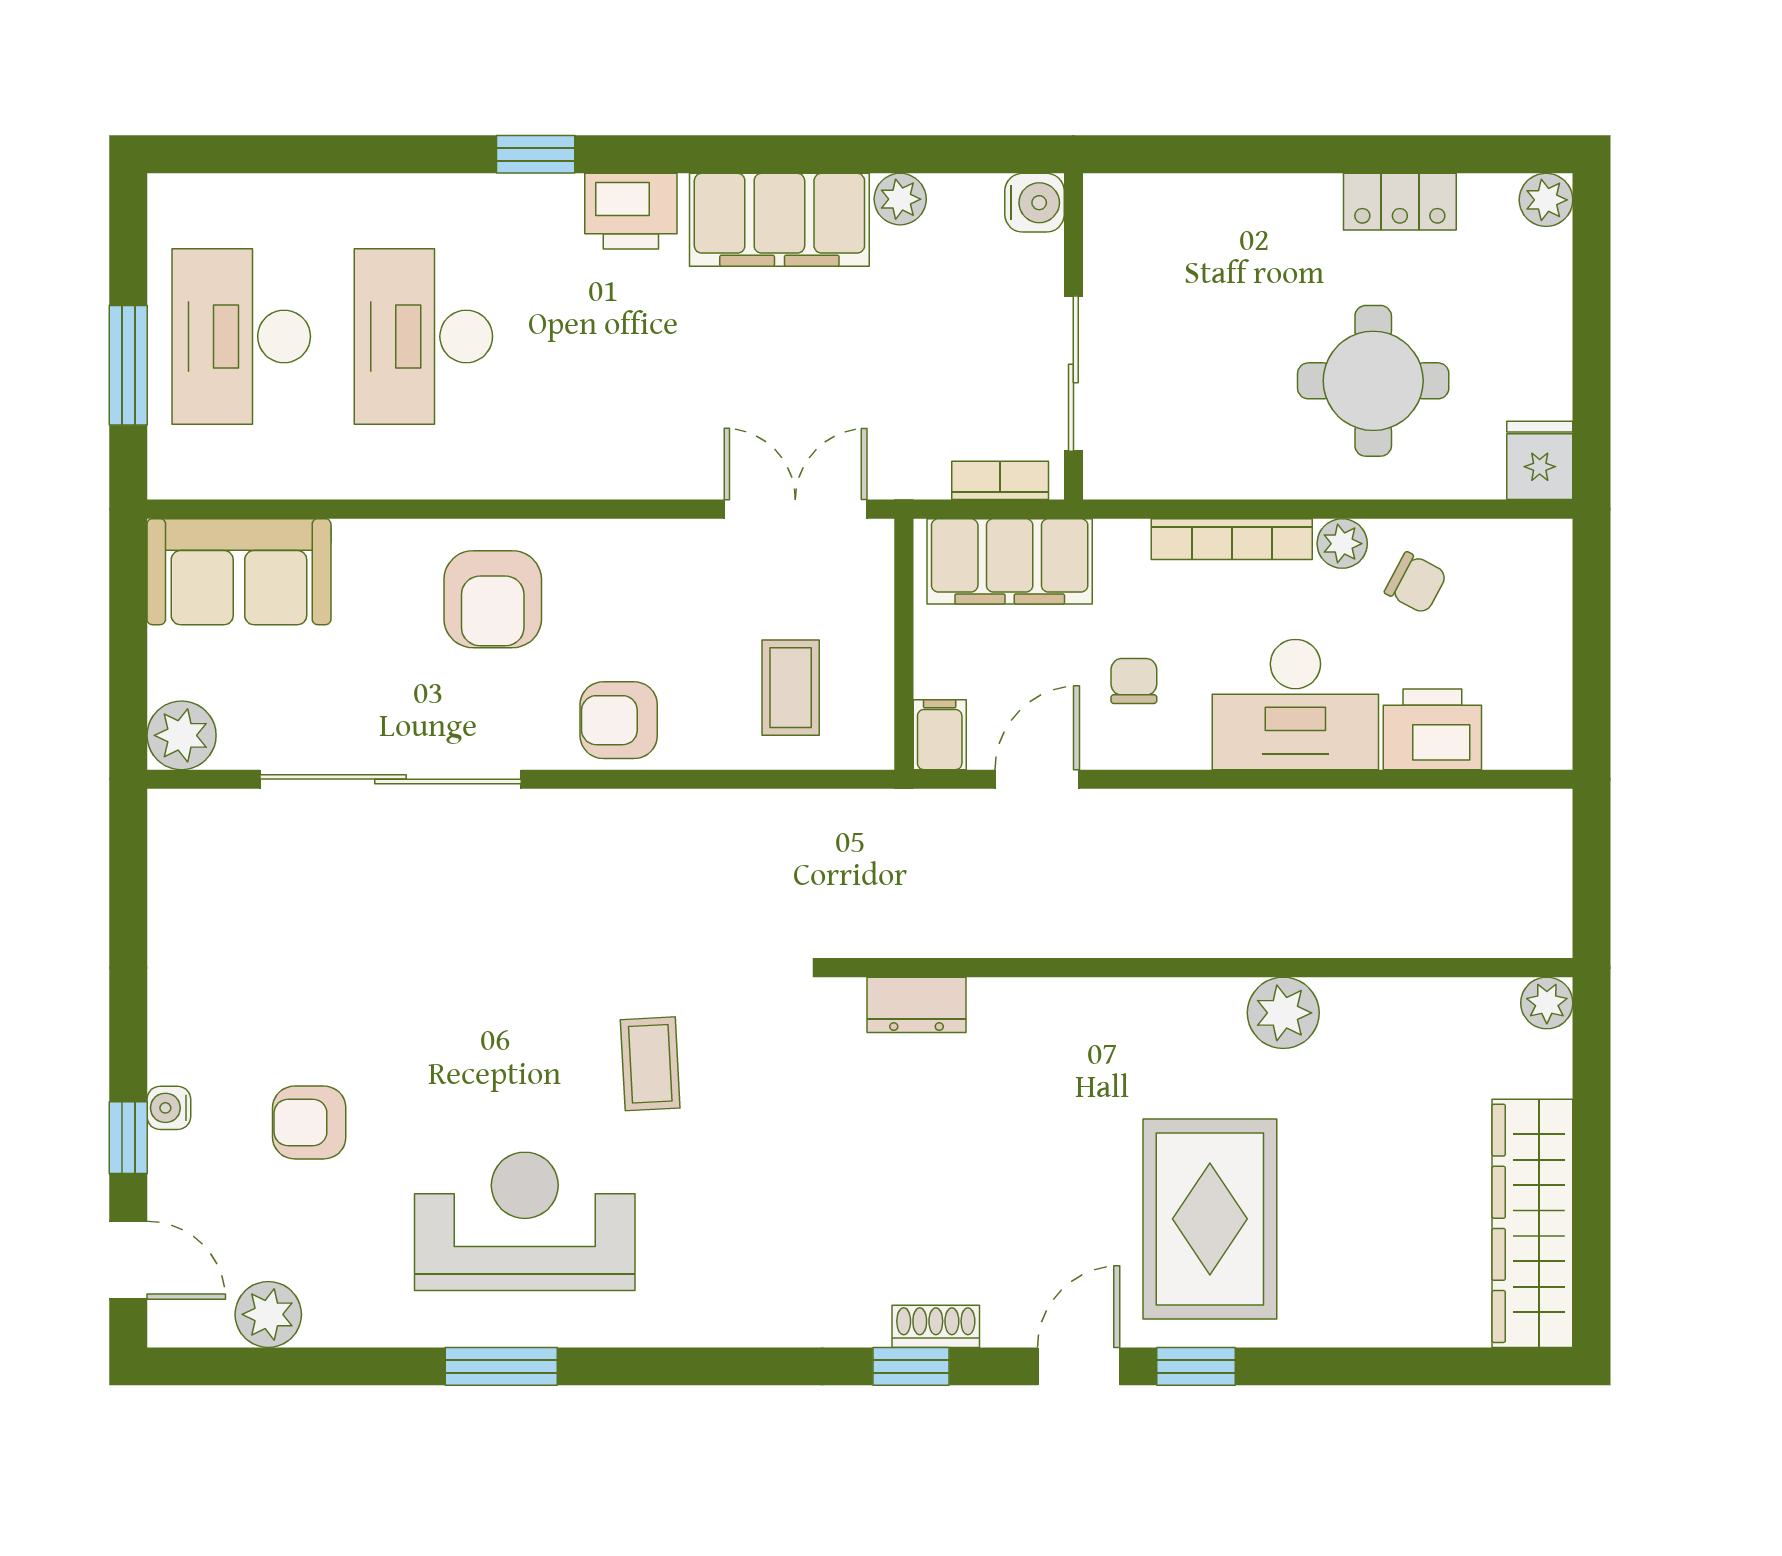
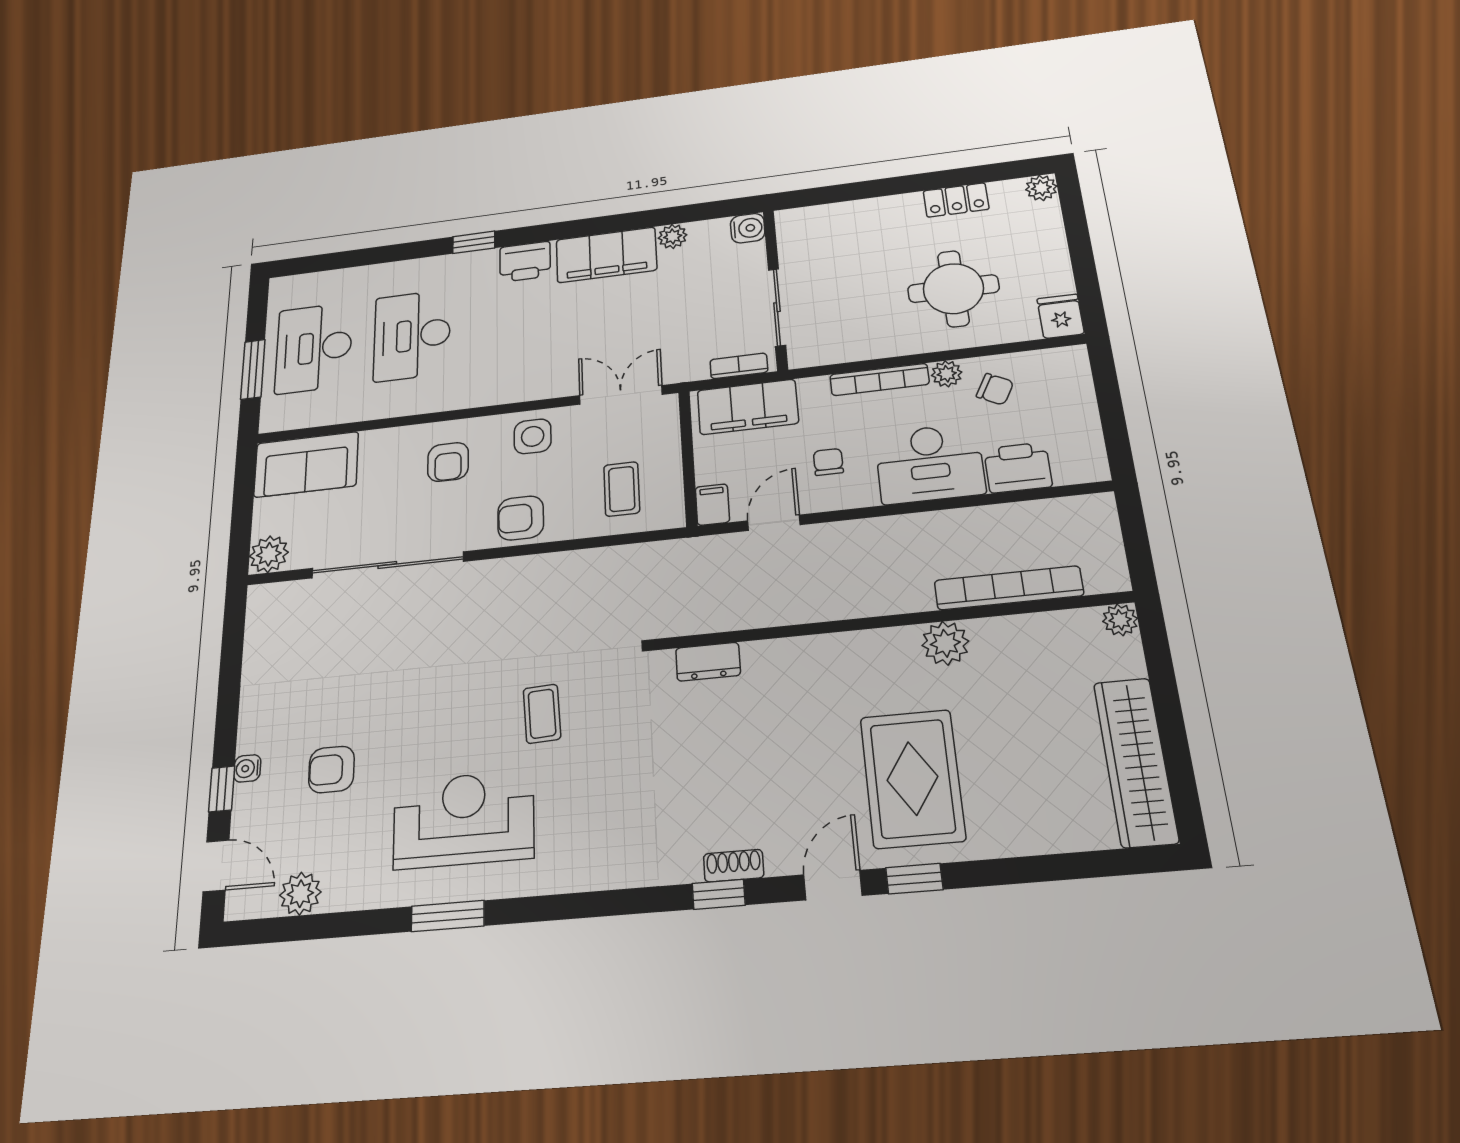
side table: (641, 569) -> (533, 436), added
armchair: (493, 599) -> (448, 462), width x0.72, depth x0.72
bookcase: (1390, 933) -> (1009, 588), added

